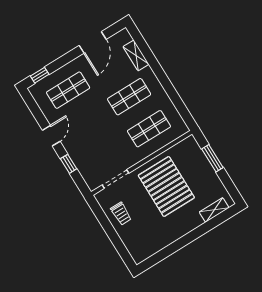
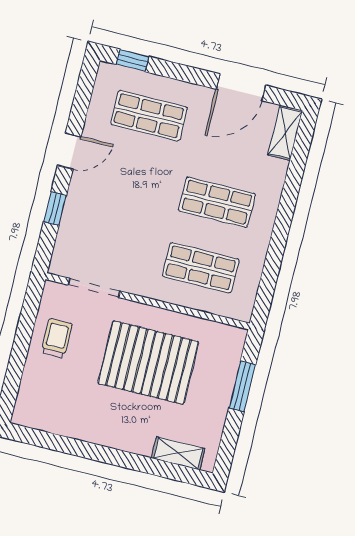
shelving: (136, 55) -> (285, 133), moved
pallet: (166, 186) -> (148, 363), turned 90
trolley: (121, 214) -> (57, 338), turned 180

